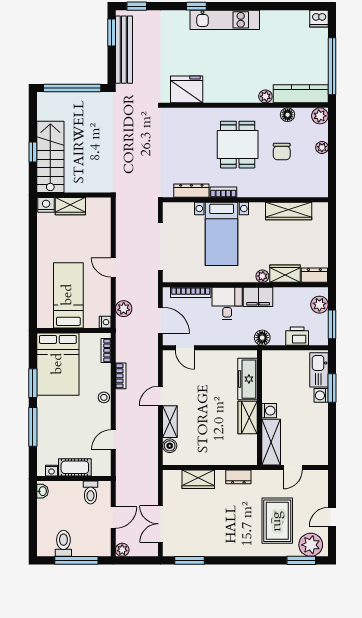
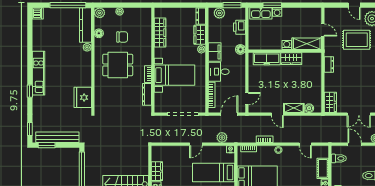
wardrobe: (198, 479) -> (330, 102), moved

